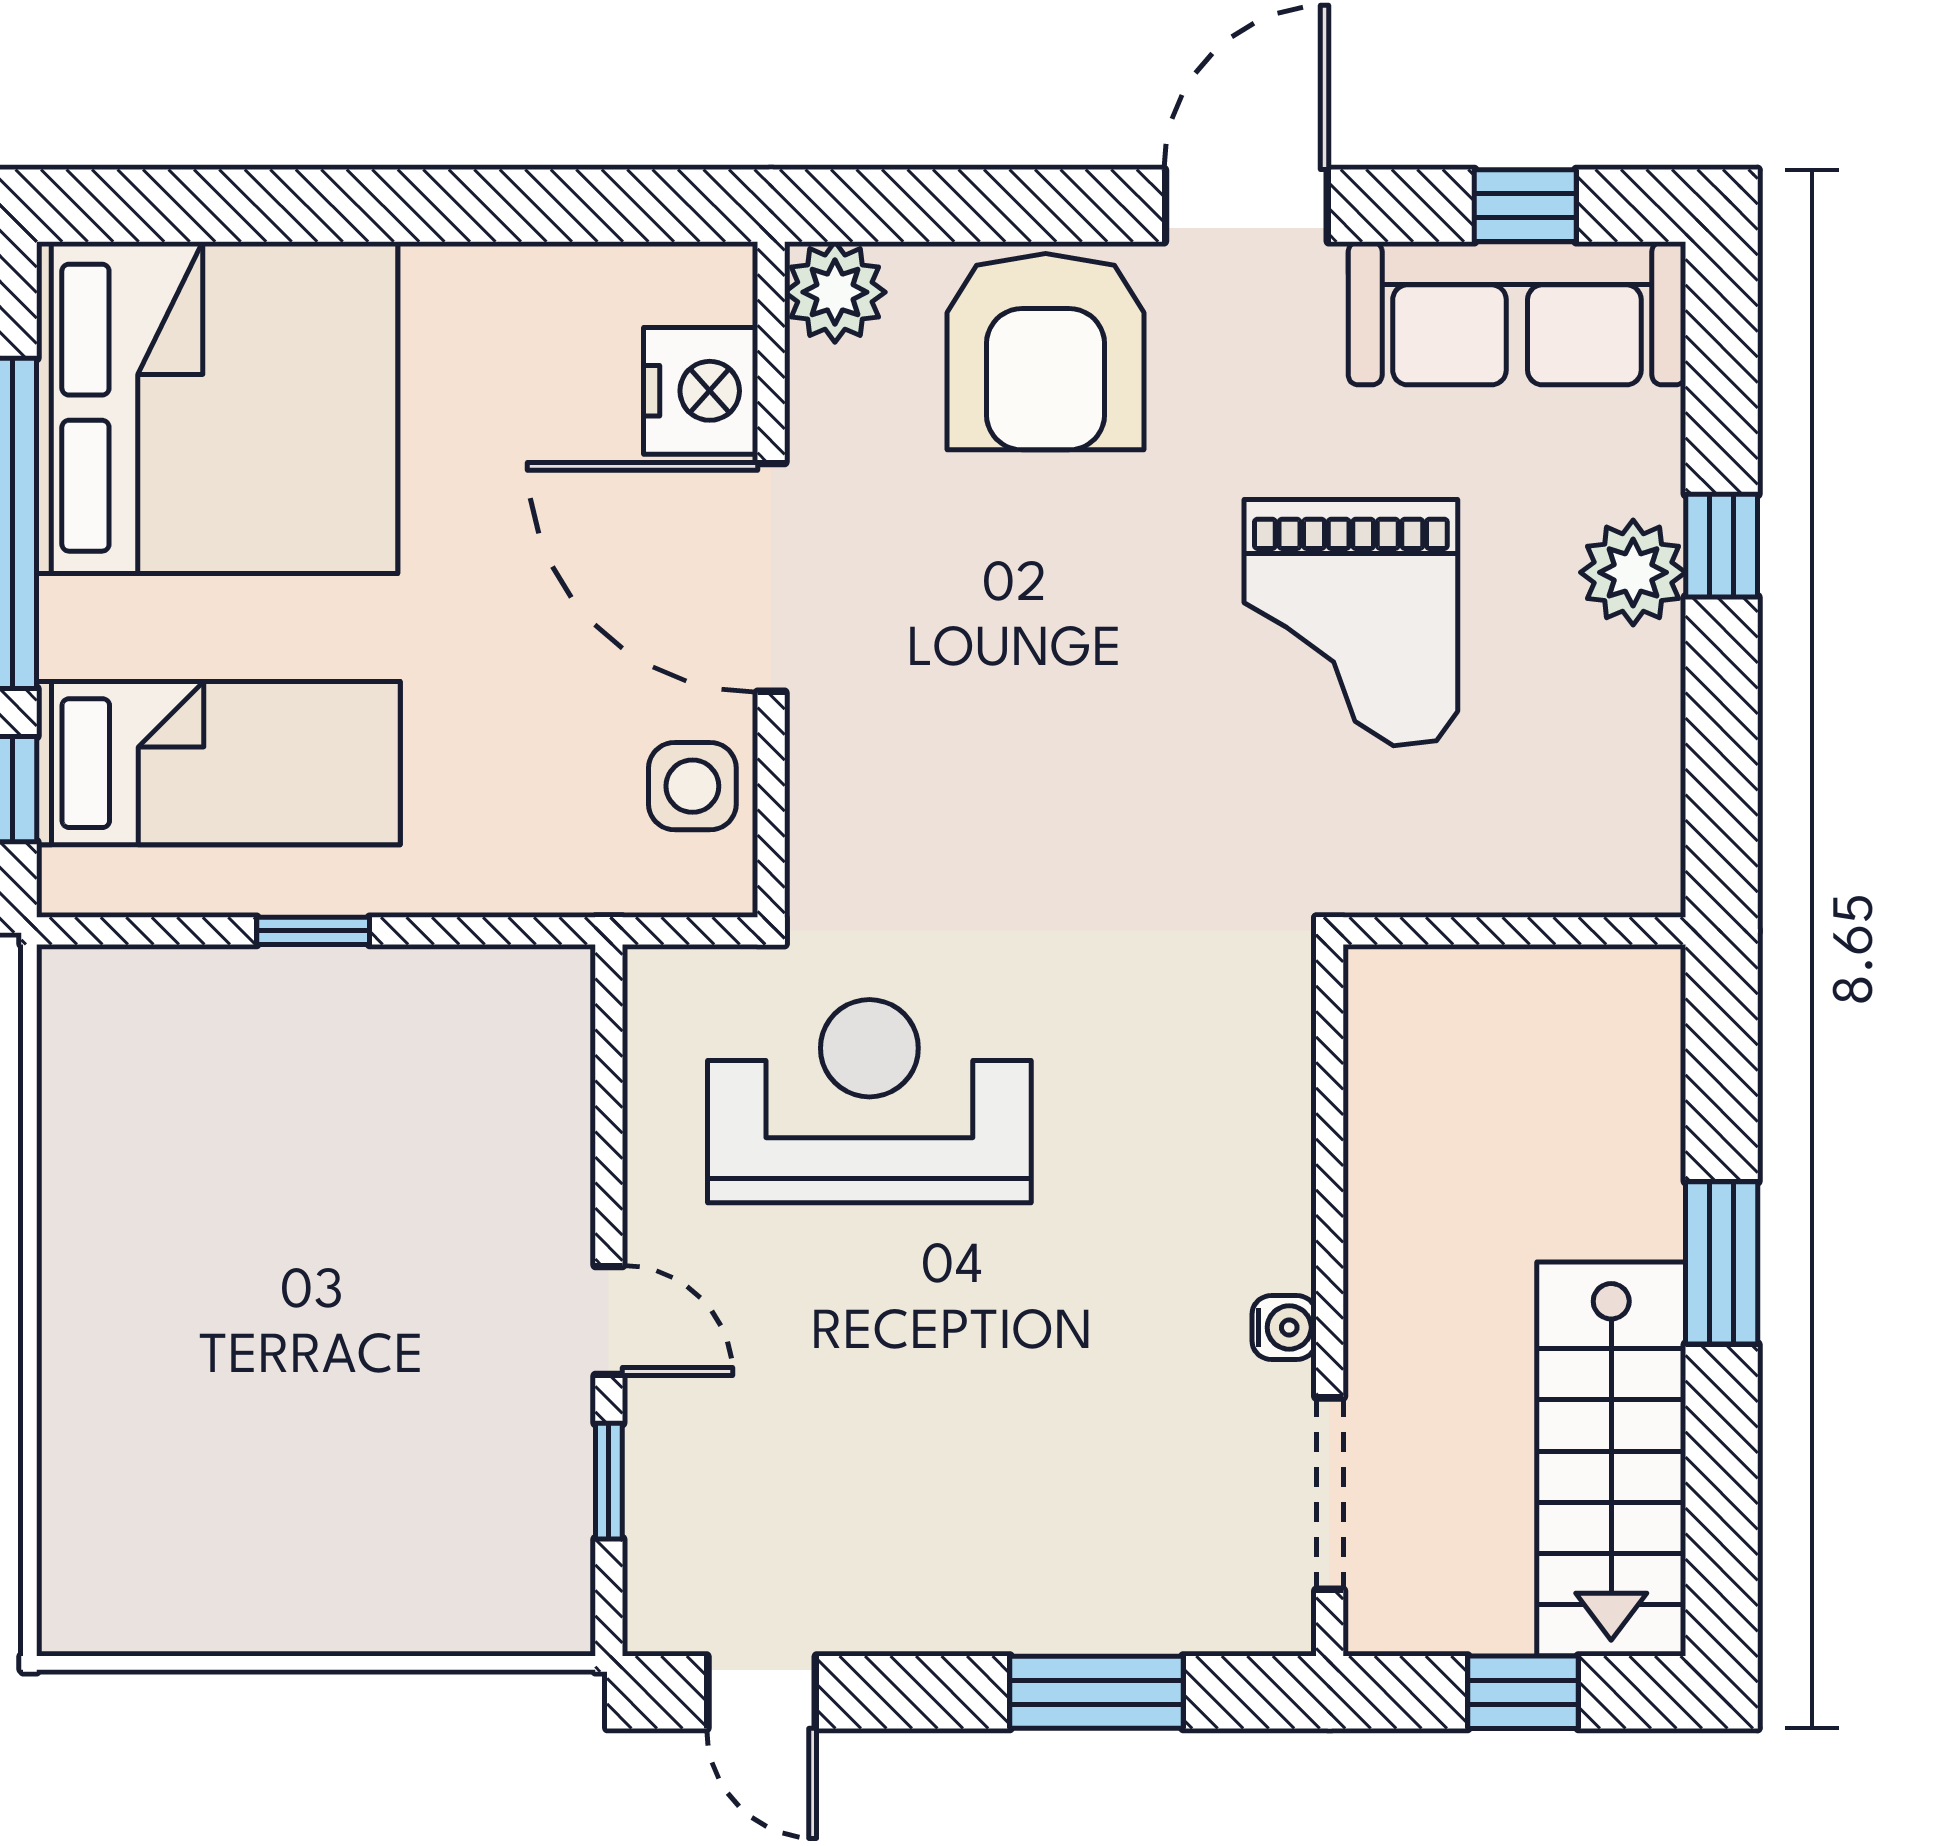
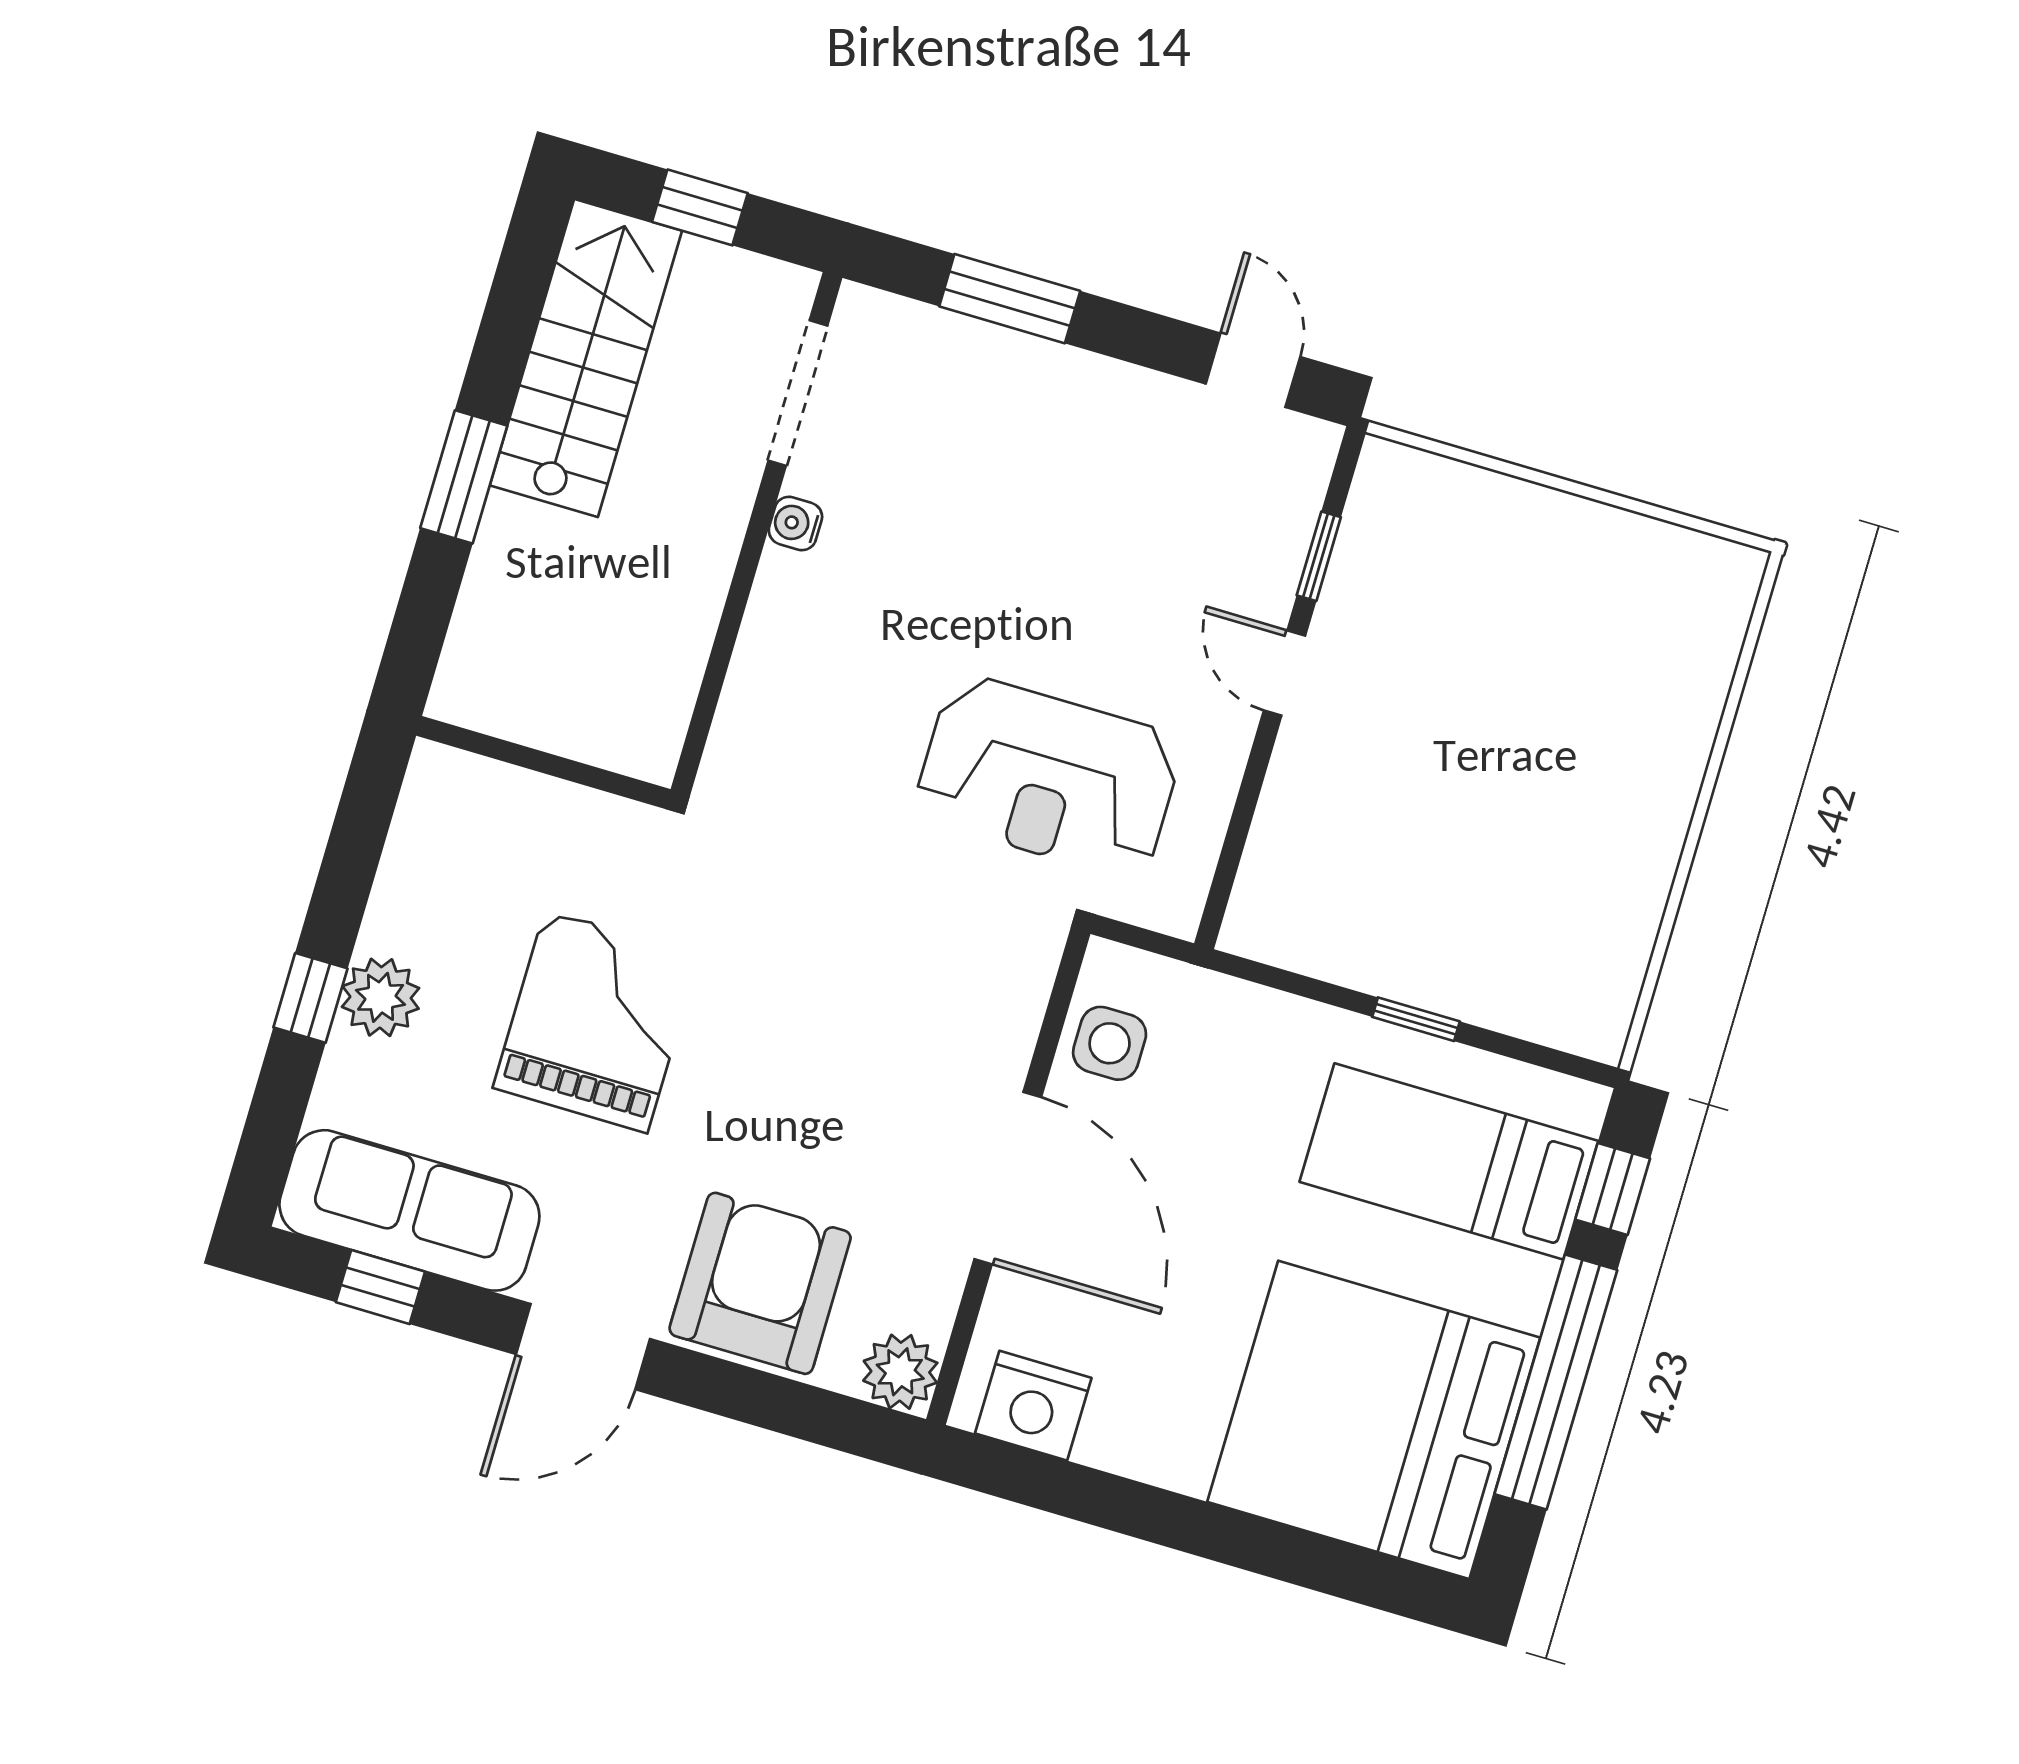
nightstand: (701, 391) -> (1033, 1406), moved, turned -90

